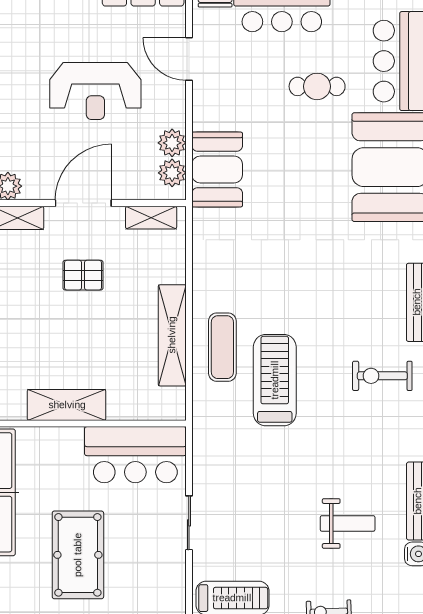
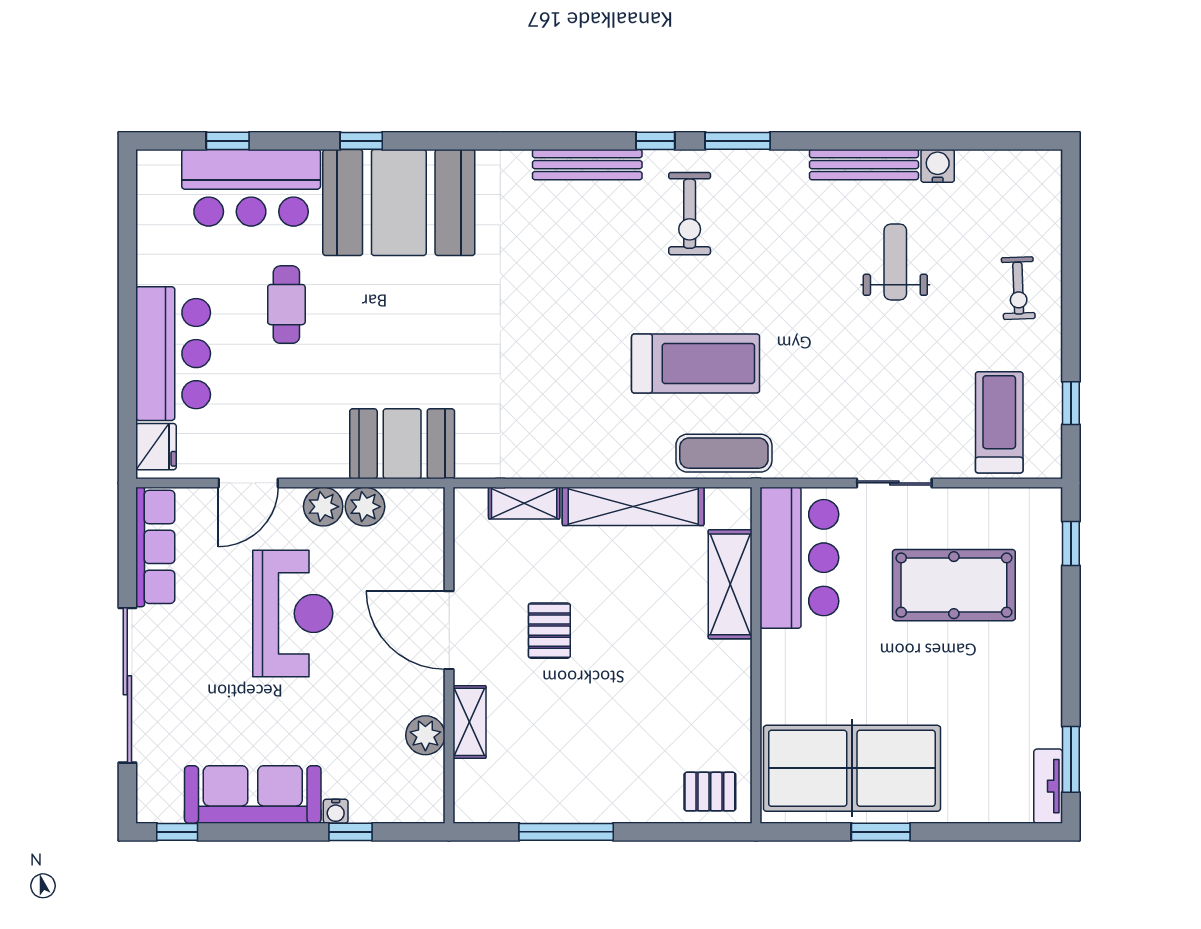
plant: (172, 173) -> (323, 507), moved
shelving: (151, 218) -> (524, 503), moved, turned 90
exercise mat: (222, 347) -> (724, 453), moved
treadmill: (275, 380) -> (696, 364), turned 180
shelving: (67, 405) -> (730, 584), moved
pool table: (78, 555) -> (954, 585), moved

